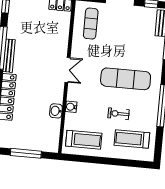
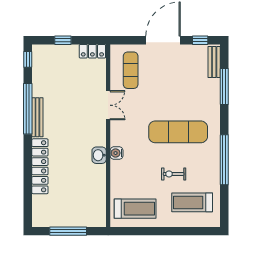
double door: (67, 70) -> (108, 105), moved
water cooler: (71, 107) -> (117, 153), moved
washbasin: (56, 111) -> (99, 155), moved

